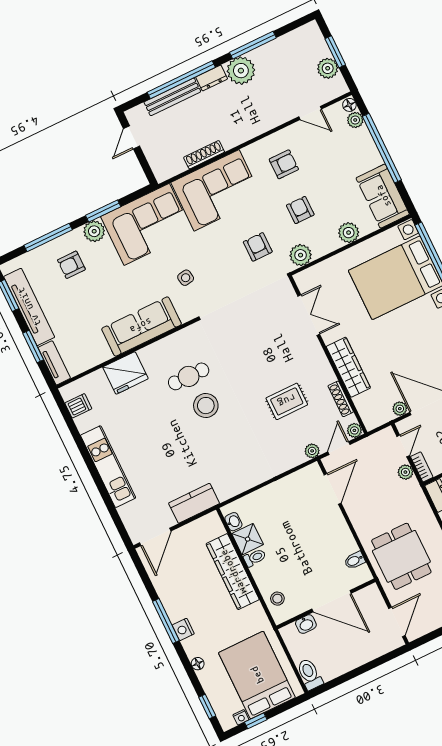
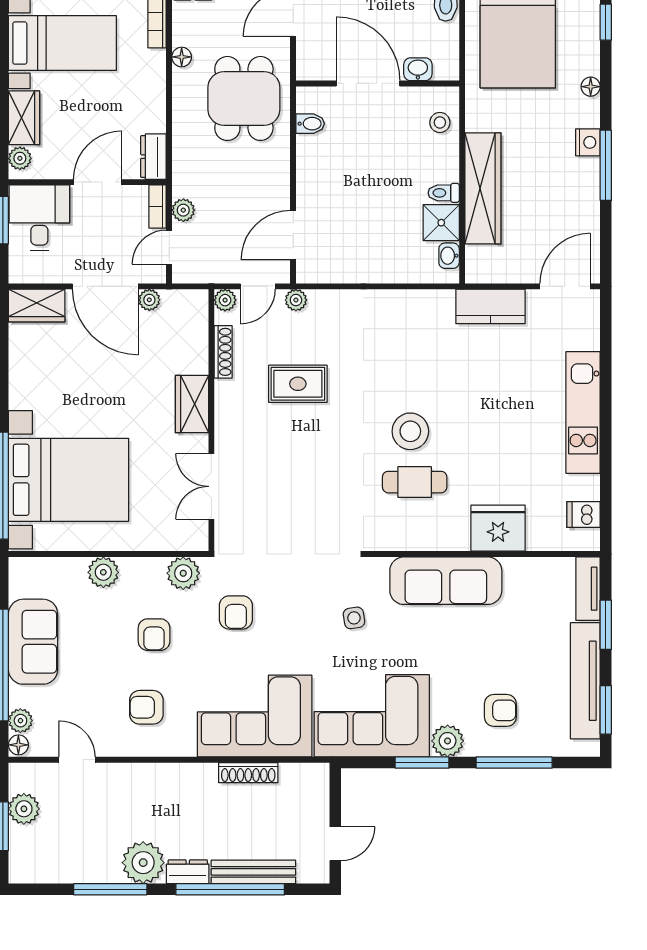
sofa: (383, 196) -> (33, 642), moved
wardrobe: (348, 367) -> (192, 404), width x0.67

